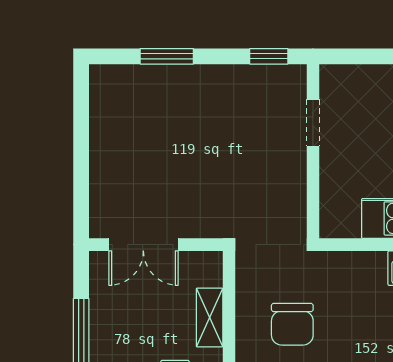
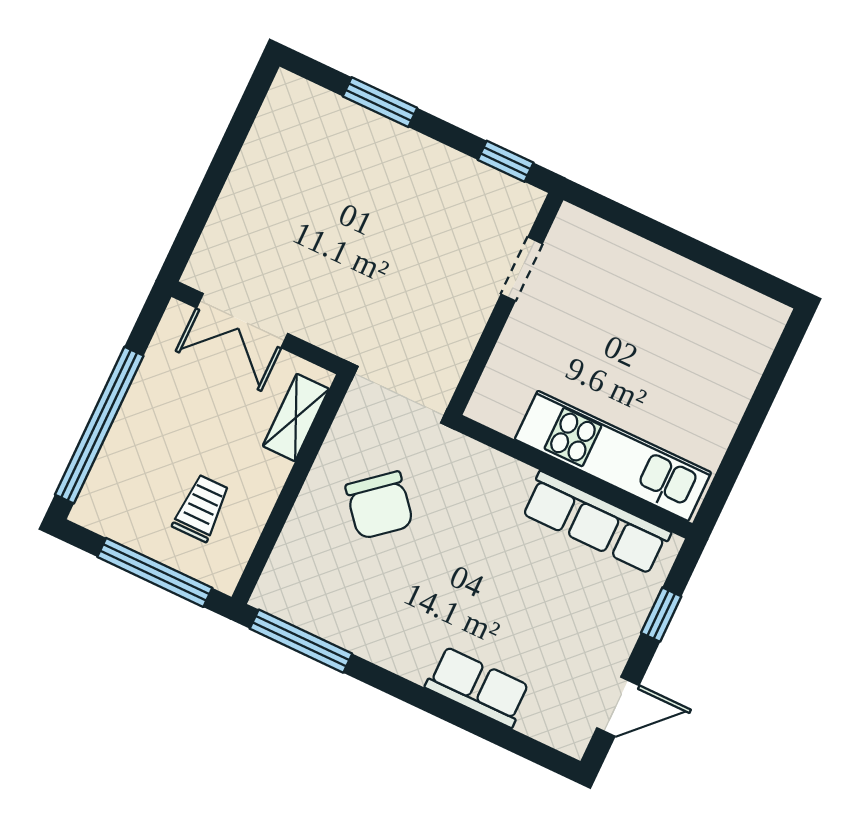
shelving: (210, 317) -> (296, 418), moved
chair: (292, 324) -> (379, 505), turned -40

